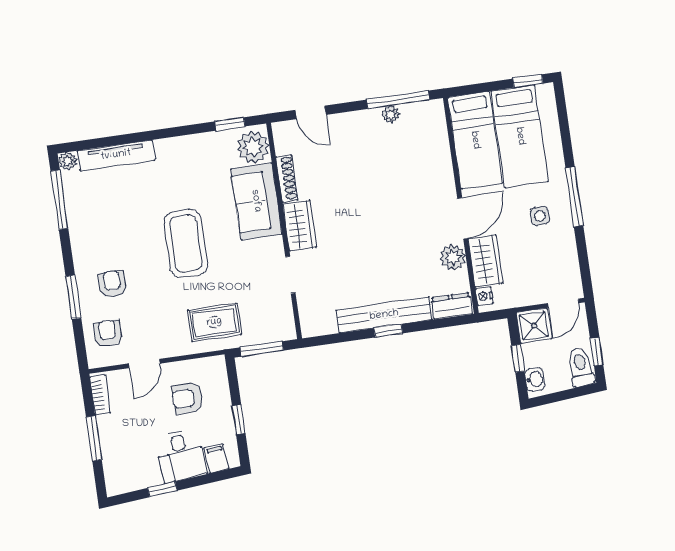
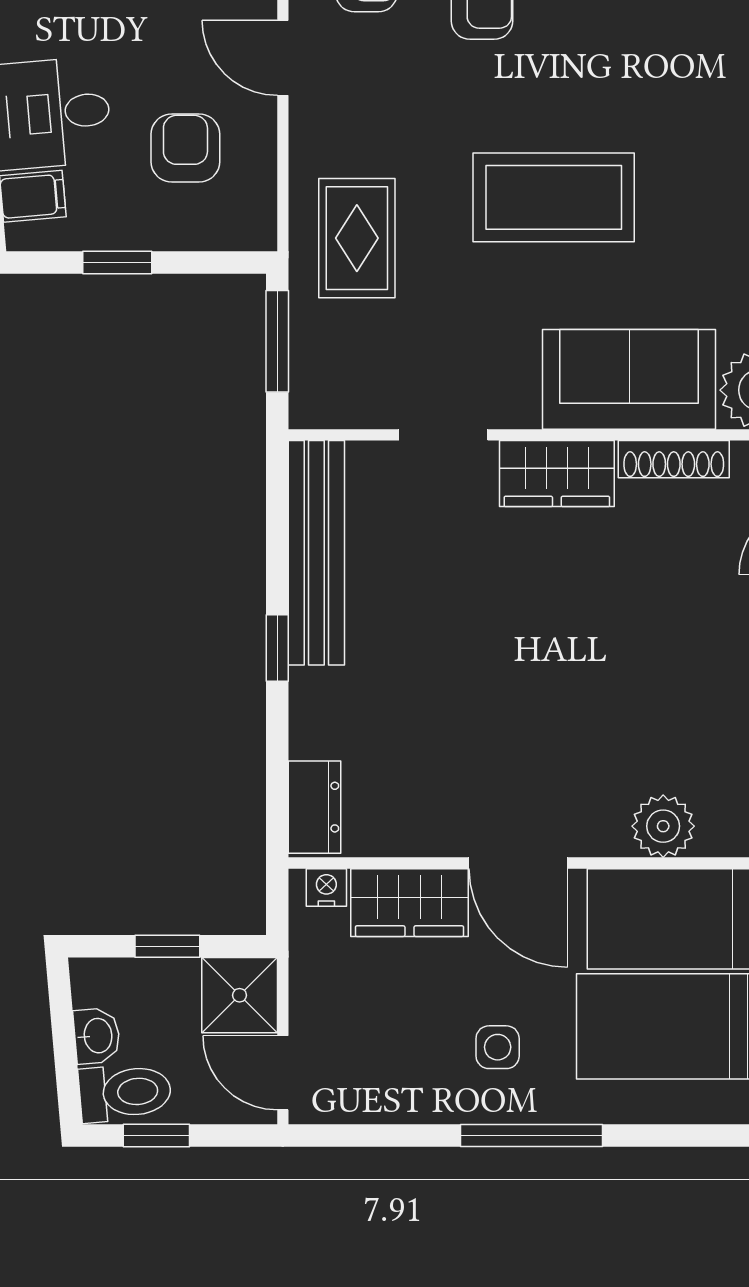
plant: (453, 257) -> (663, 826), moved
bench: (384, 315) -> (316, 553), moved
washbasin: (535, 379) -> (97, 1036), moved, turned -95

